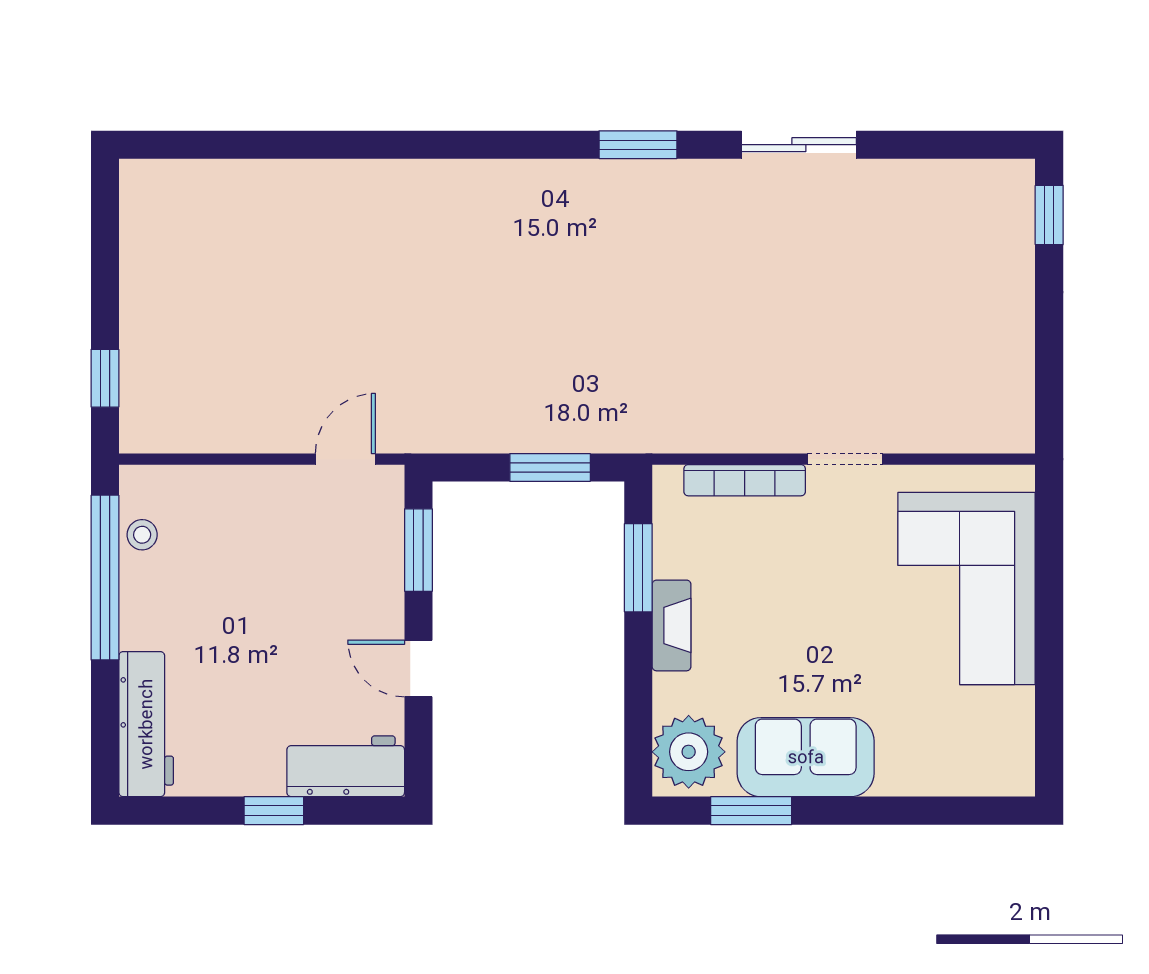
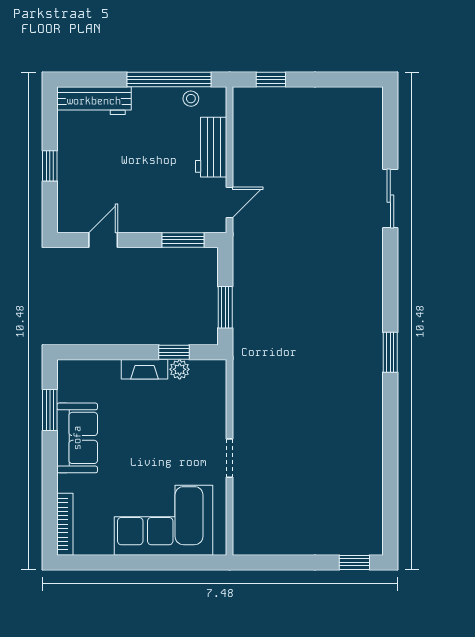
sliding door: (799, 145) -> (390, 199), moved
door: (345, 459) -> (230, 203), hinge flipped
bookcase: (745, 480) -> (65, 524), moved, turned 180
window: (638, 568) -> (174, 352), width x0.67
door: (418, 668) -> (103, 240), moved
plant: (689, 752) -> (180, 369), moved, width x0.53, depth x0.53
workbench: (346, 766) -> (211, 147), moved, turned 180

